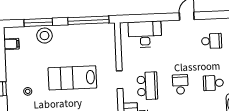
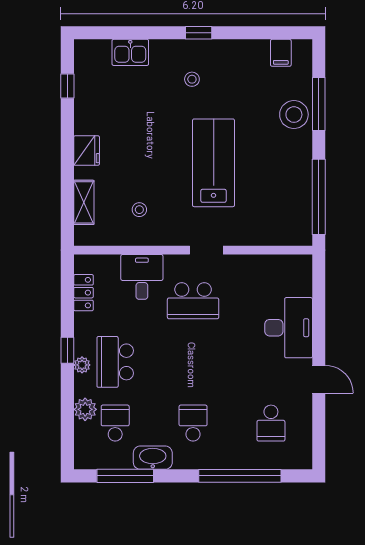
desk: (145, 34) -> (289, 328), moved
school desk: (180, 84) -> (193, 362), removed

